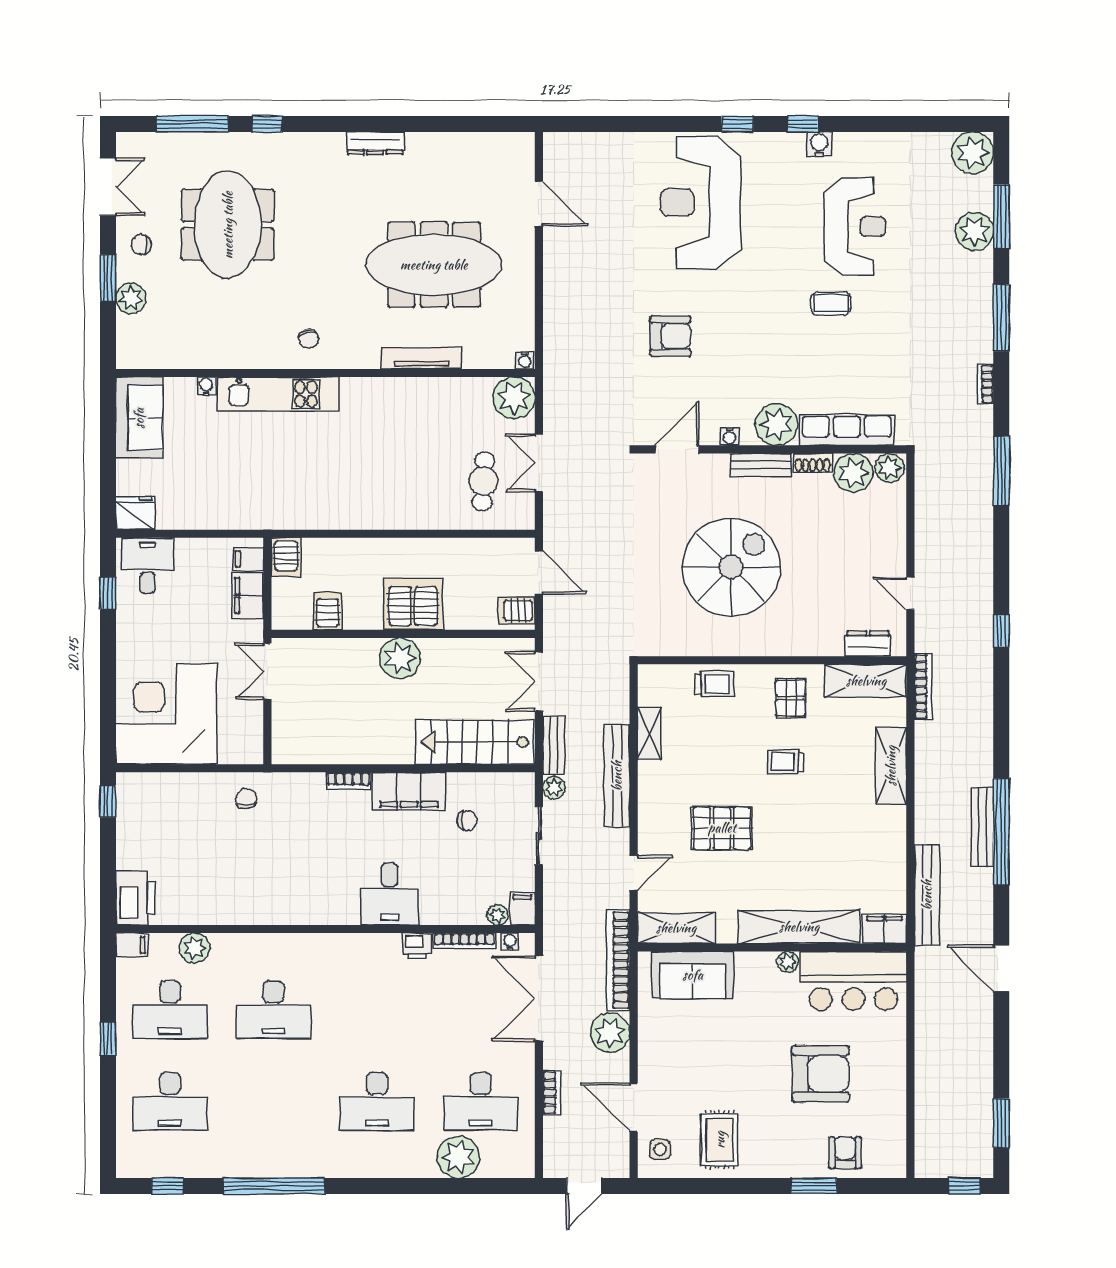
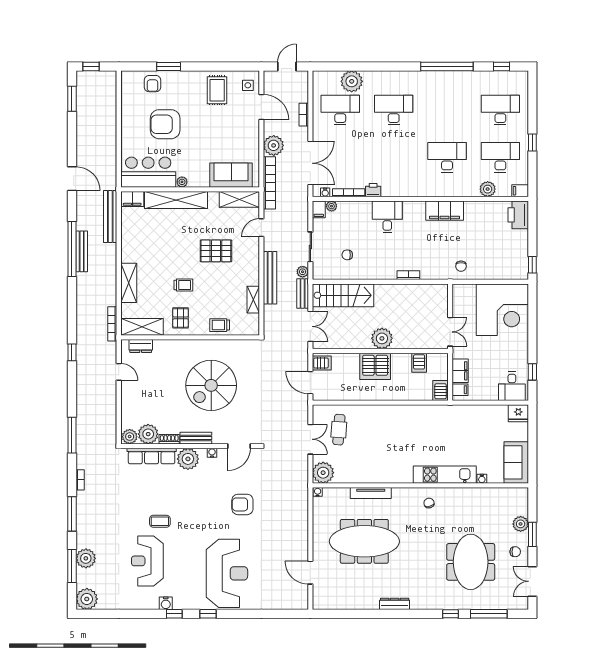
filing cabinet: (409, 791) -> (445, 211), moved, turned 180

